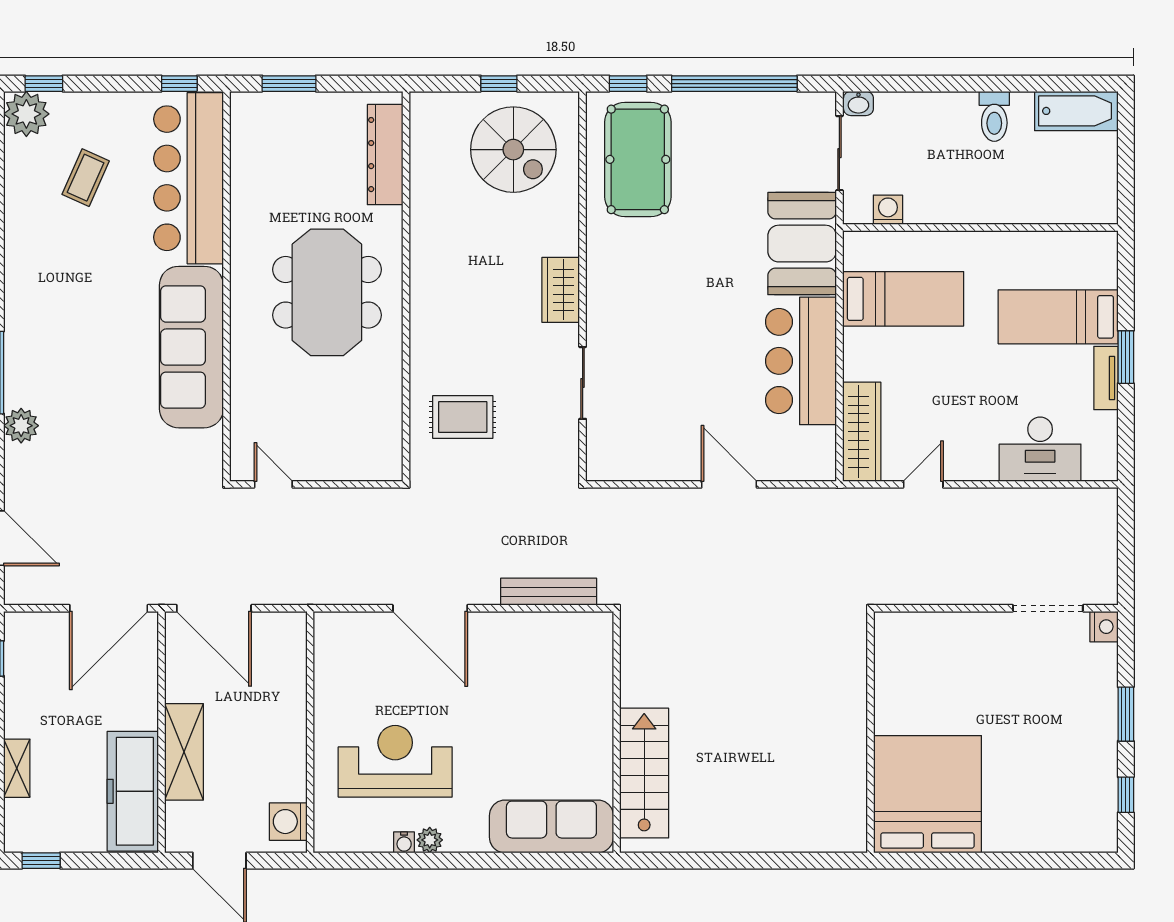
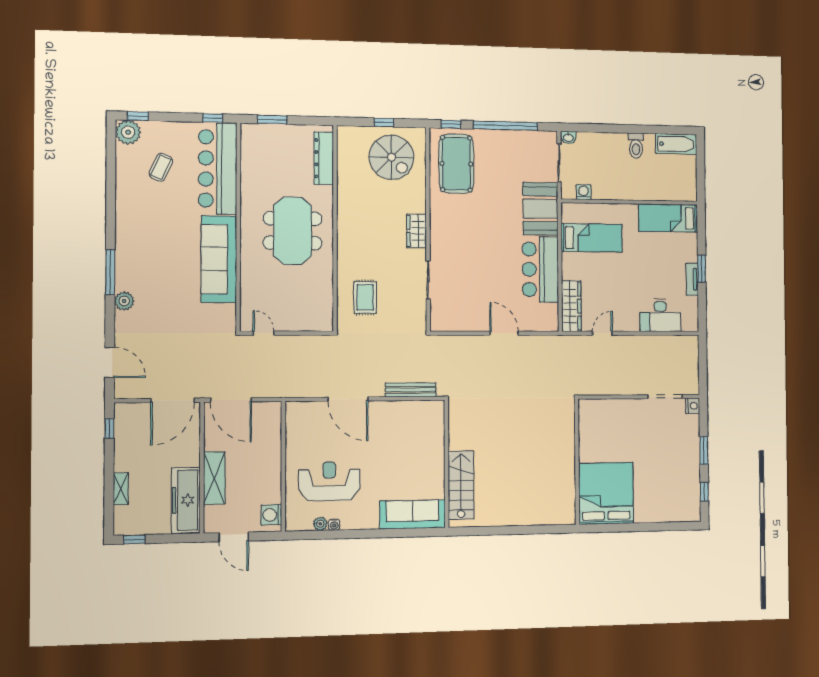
bed: (1058, 317) -> (668, 218), moved
rug: (463, 417) -> (365, 297), turned 90
plant: (430, 840) -> (320, 524), moved

